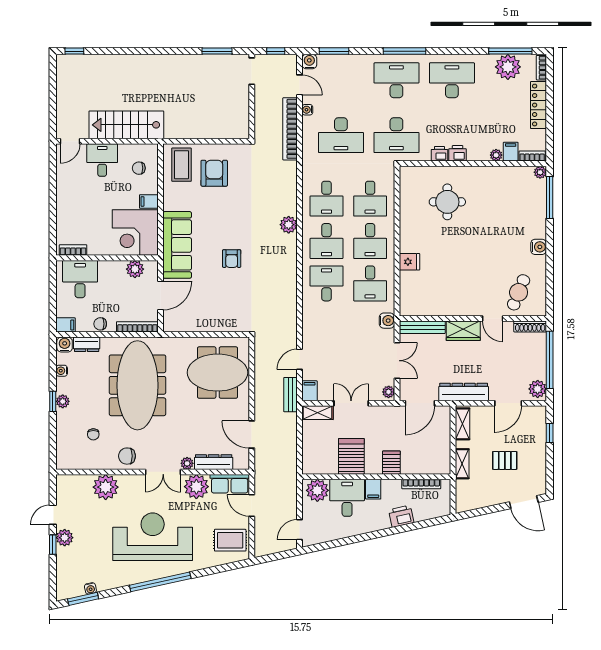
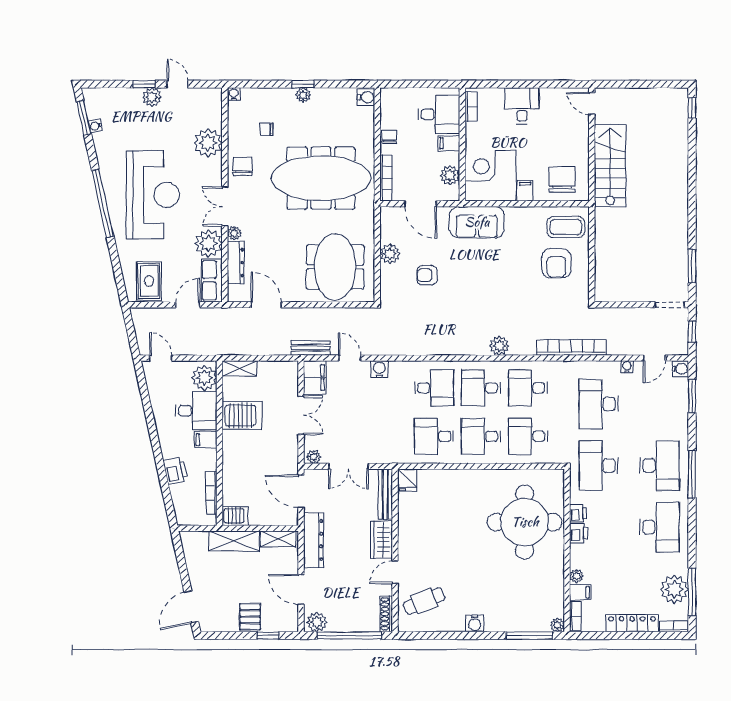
bookcase: (290, 129) -> (571, 347), moved
desk: (102, 160) -> (522, 106), moved, turned -90
chair: (139, 168) -> (562, 180), width x1.87, depth x1.87
armchair: (214, 173) -> (556, 263), turned 90
round table: (447, 202) -> (525, 522), width x1.86, depth x1.86
sofa: (177, 245) -> (477, 222), width x0.73
armchair: (232, 259) -> (427, 275), moved
fridge: (409, 262) -> (407, 480), moved
cafe table: (519, 292) -> (424, 601), turned -45
water cooler: (387, 321) -> (379, 369), moved, turned 180
plant: (206, 323) -> (390, 254), added
filing cabinet: (66, 325) -> (449, 143), moved, turned 90
dresser: (87, 344) -> (366, 122), removed
water cooler: (62, 371) -> (234, 94), moved
filing cabinet: (310, 391) -> (315, 377), width x2.00
shelving: (318, 413) -> (239, 368), moved, turned 90
door: (252, 435) -> (266, 305), hinge flipped
pallet: (505, 460) -> (250, 617), moved
server rack: (391, 463) -> (235, 516), moved
shelving: (462, 464) -> (234, 541), width x1.50, depth x1.33

